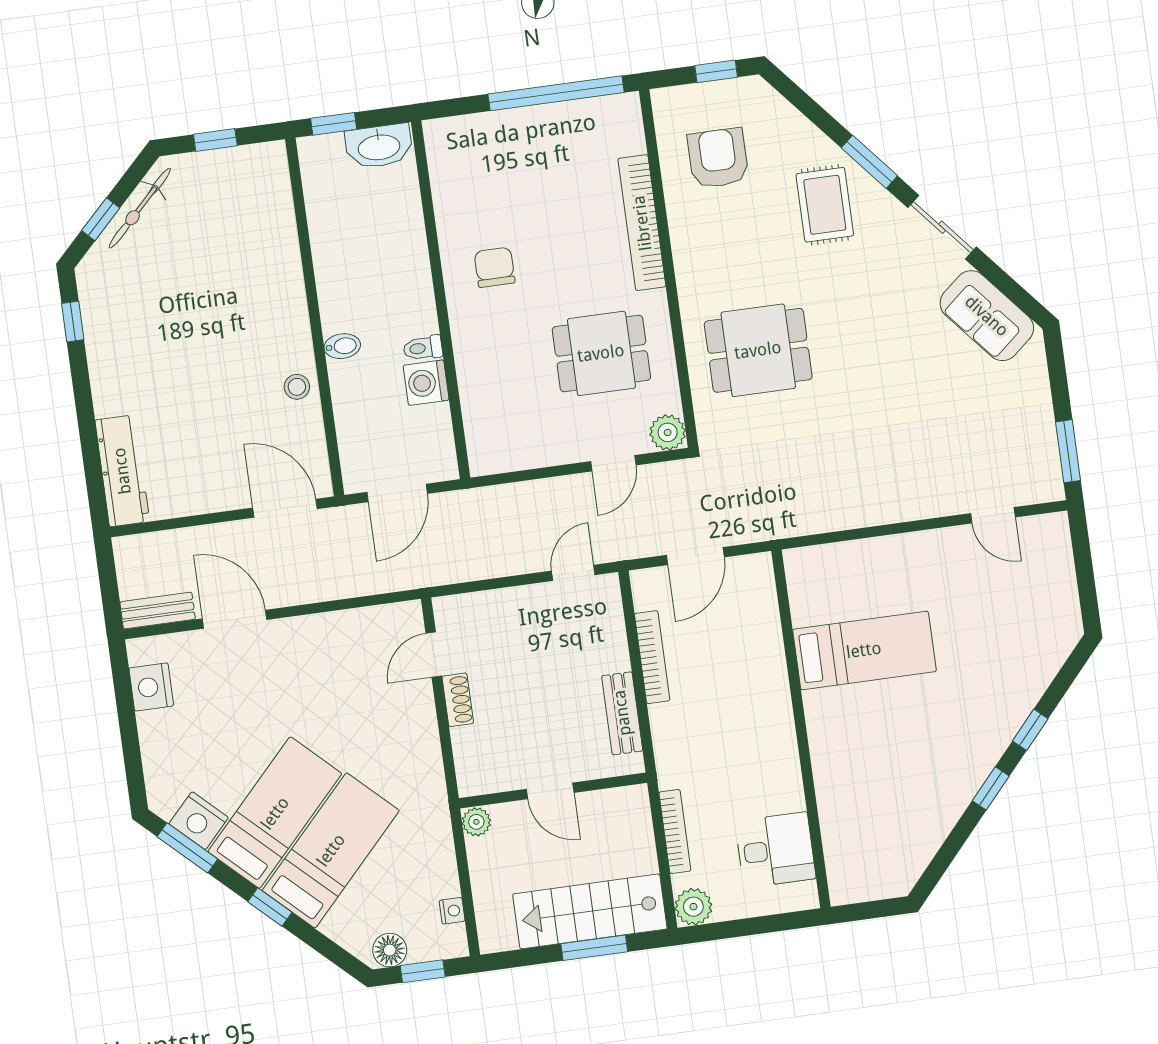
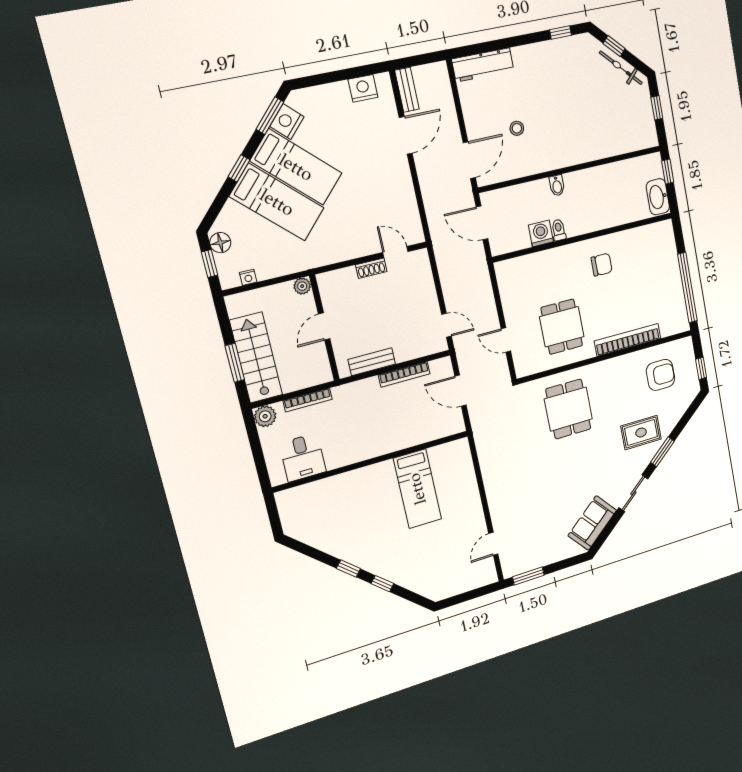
stool: (297, 387) -> (517, 128), moved
plant: (668, 432) -> (524, 367), removed

